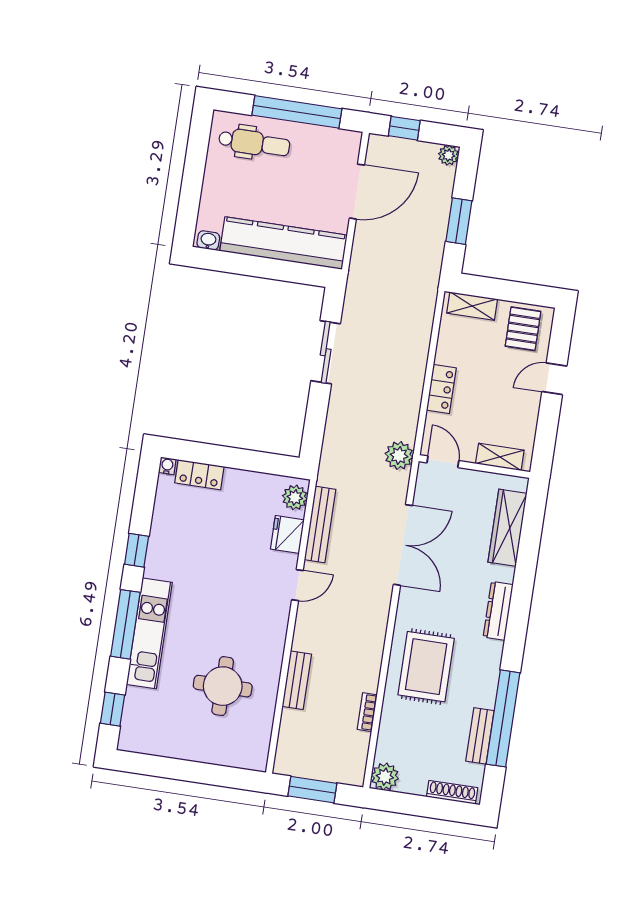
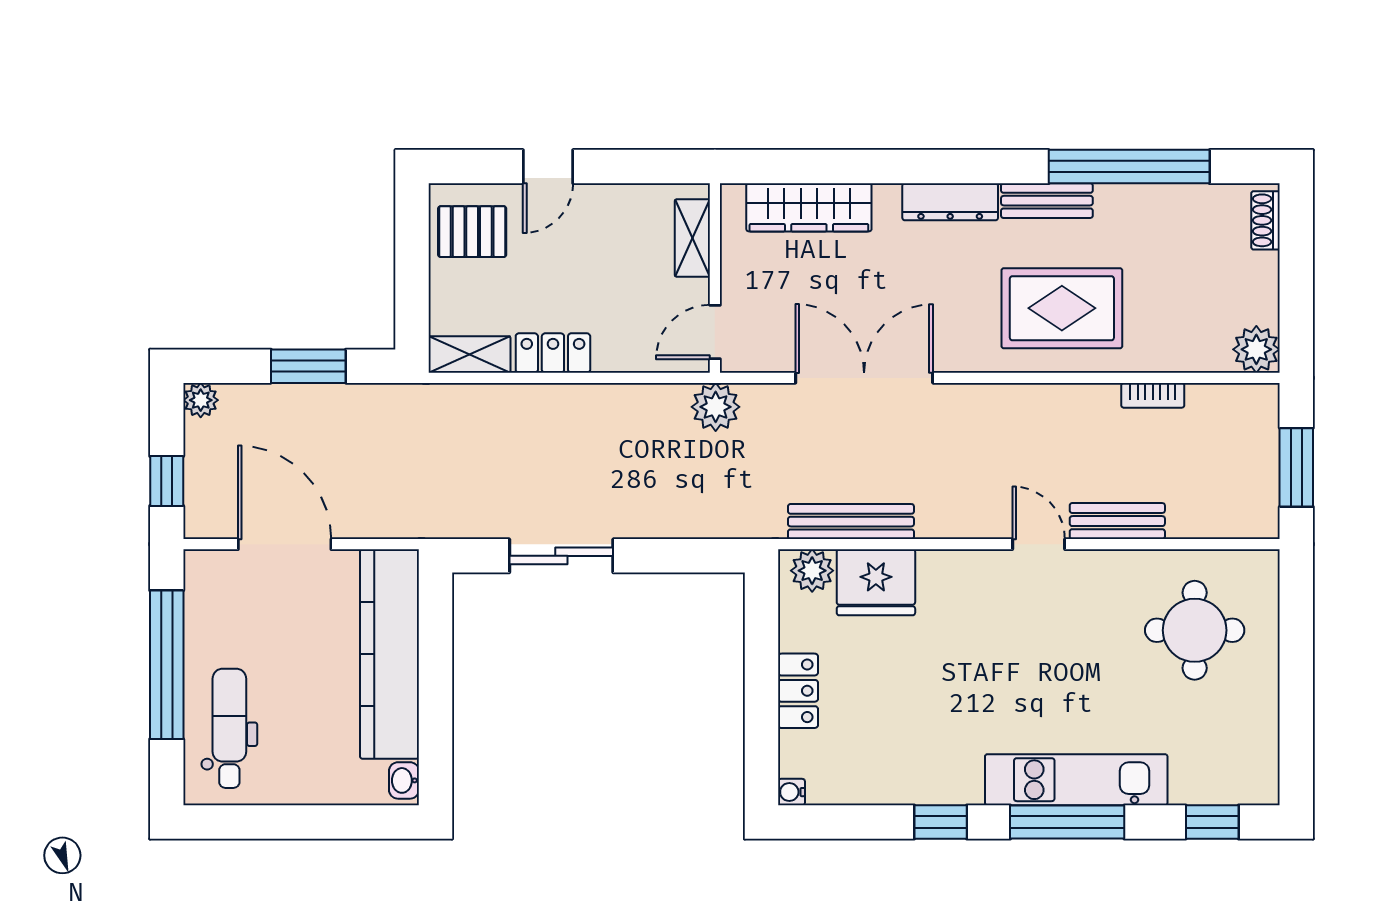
shelving: (472, 306) -> (470, 354), moved, turned 90
door: (554, 379) -> (548, 167), hinge flipped
locker: (441, 389) -> (553, 353), moved
locker: (199, 475) -> (798, 691), moved
fridge: (287, 534) -> (876, 582), width x1.36, depth x1.34
door: (297, 585) -> (1039, 544), moved
round table: (223, 686) -> (1195, 630), moved
bench: (480, 736) -> (1047, 201), moved
shoe rack: (452, 792) -> (1265, 220), width x0.70

